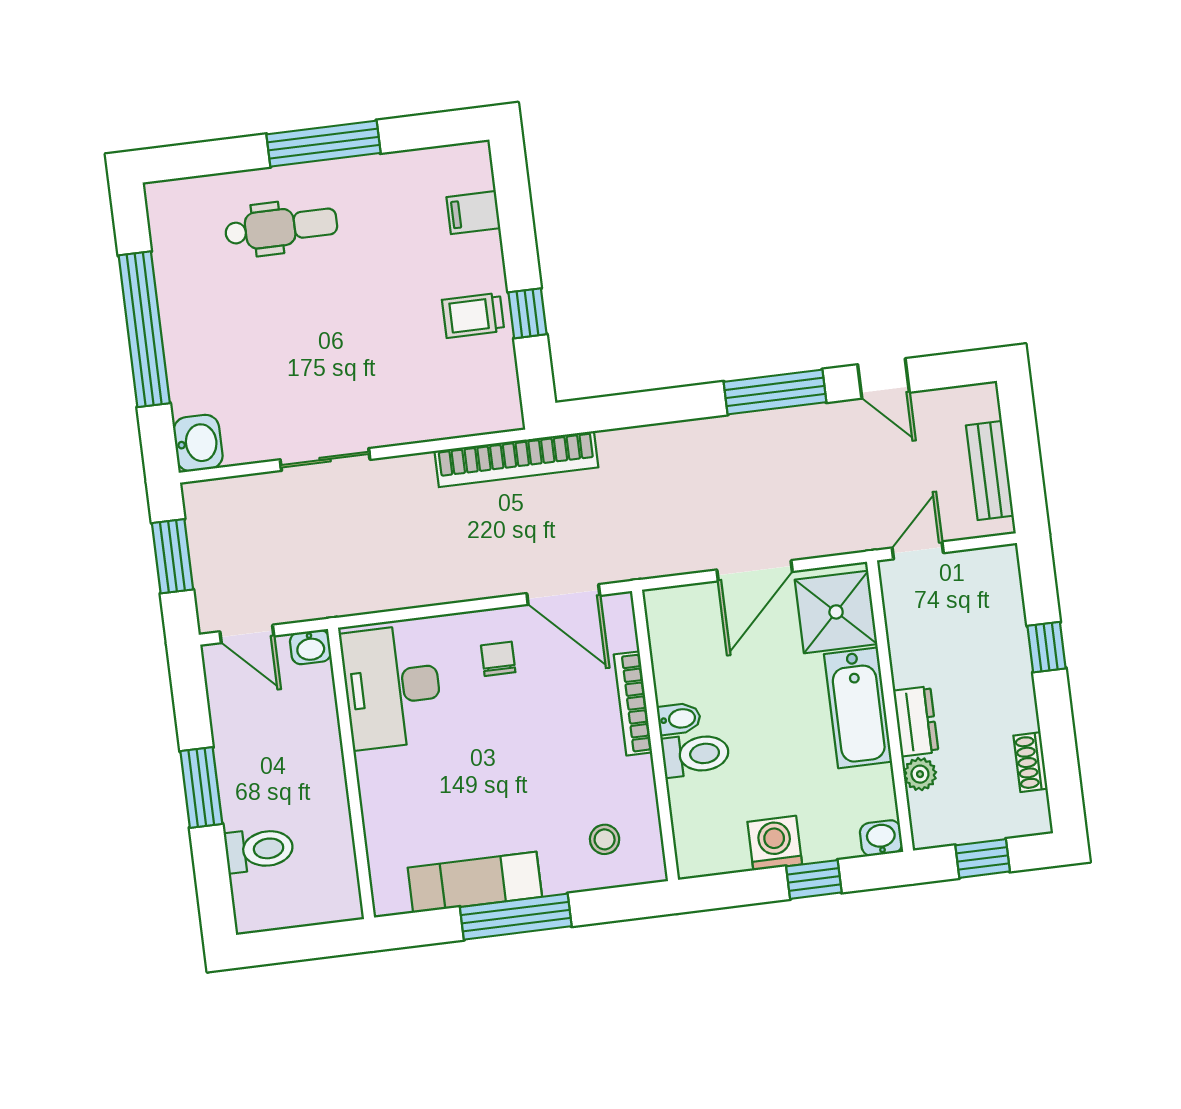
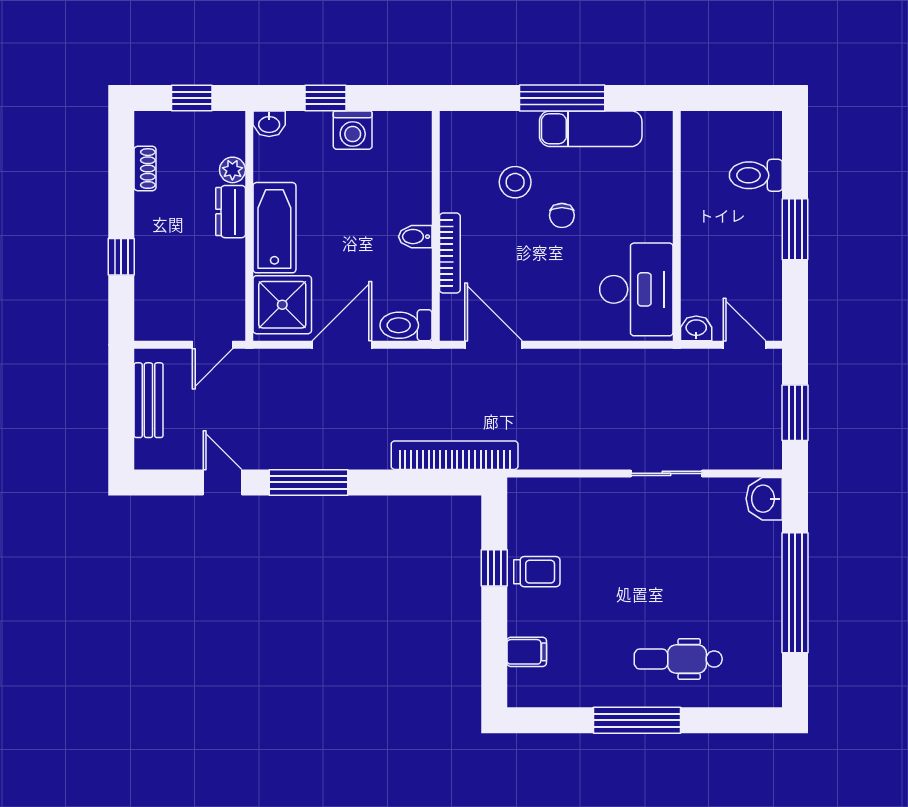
bookcase: (516, 459) -> (455, 455), moved
chair: (498, 659) -> (562, 215), moved
toilet: (695, 755) -> (406, 325), moved
stool: (605, 839) -> (515, 182), moved, width x1.37, depth x1.37

